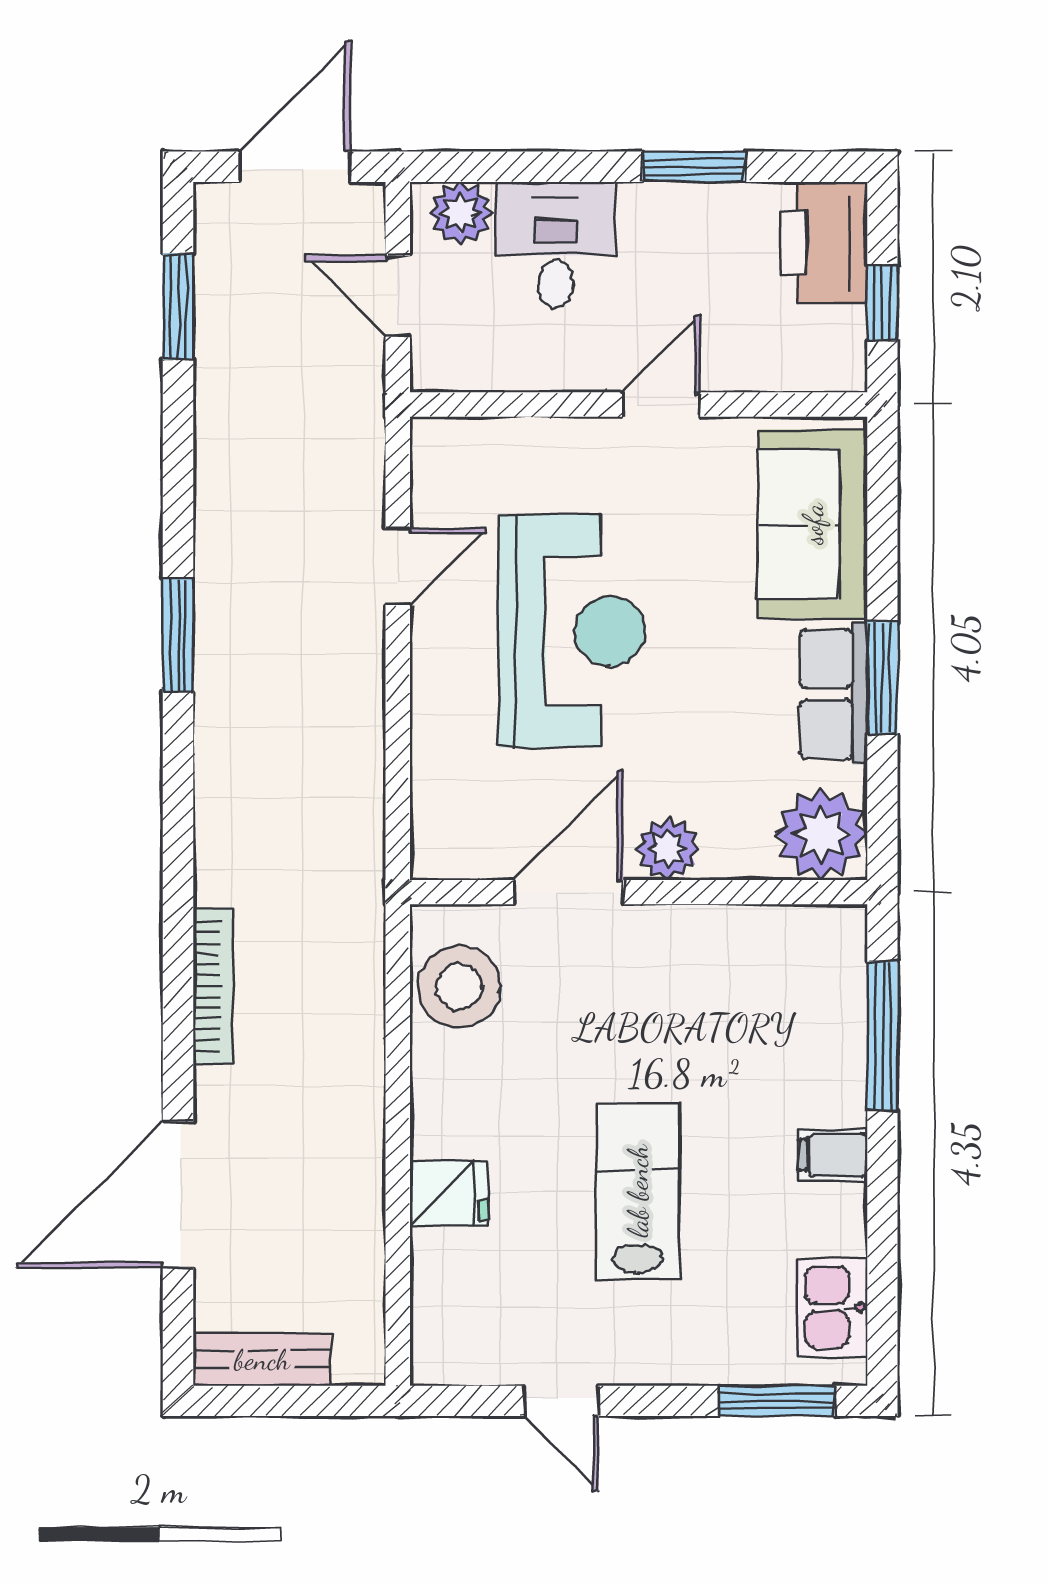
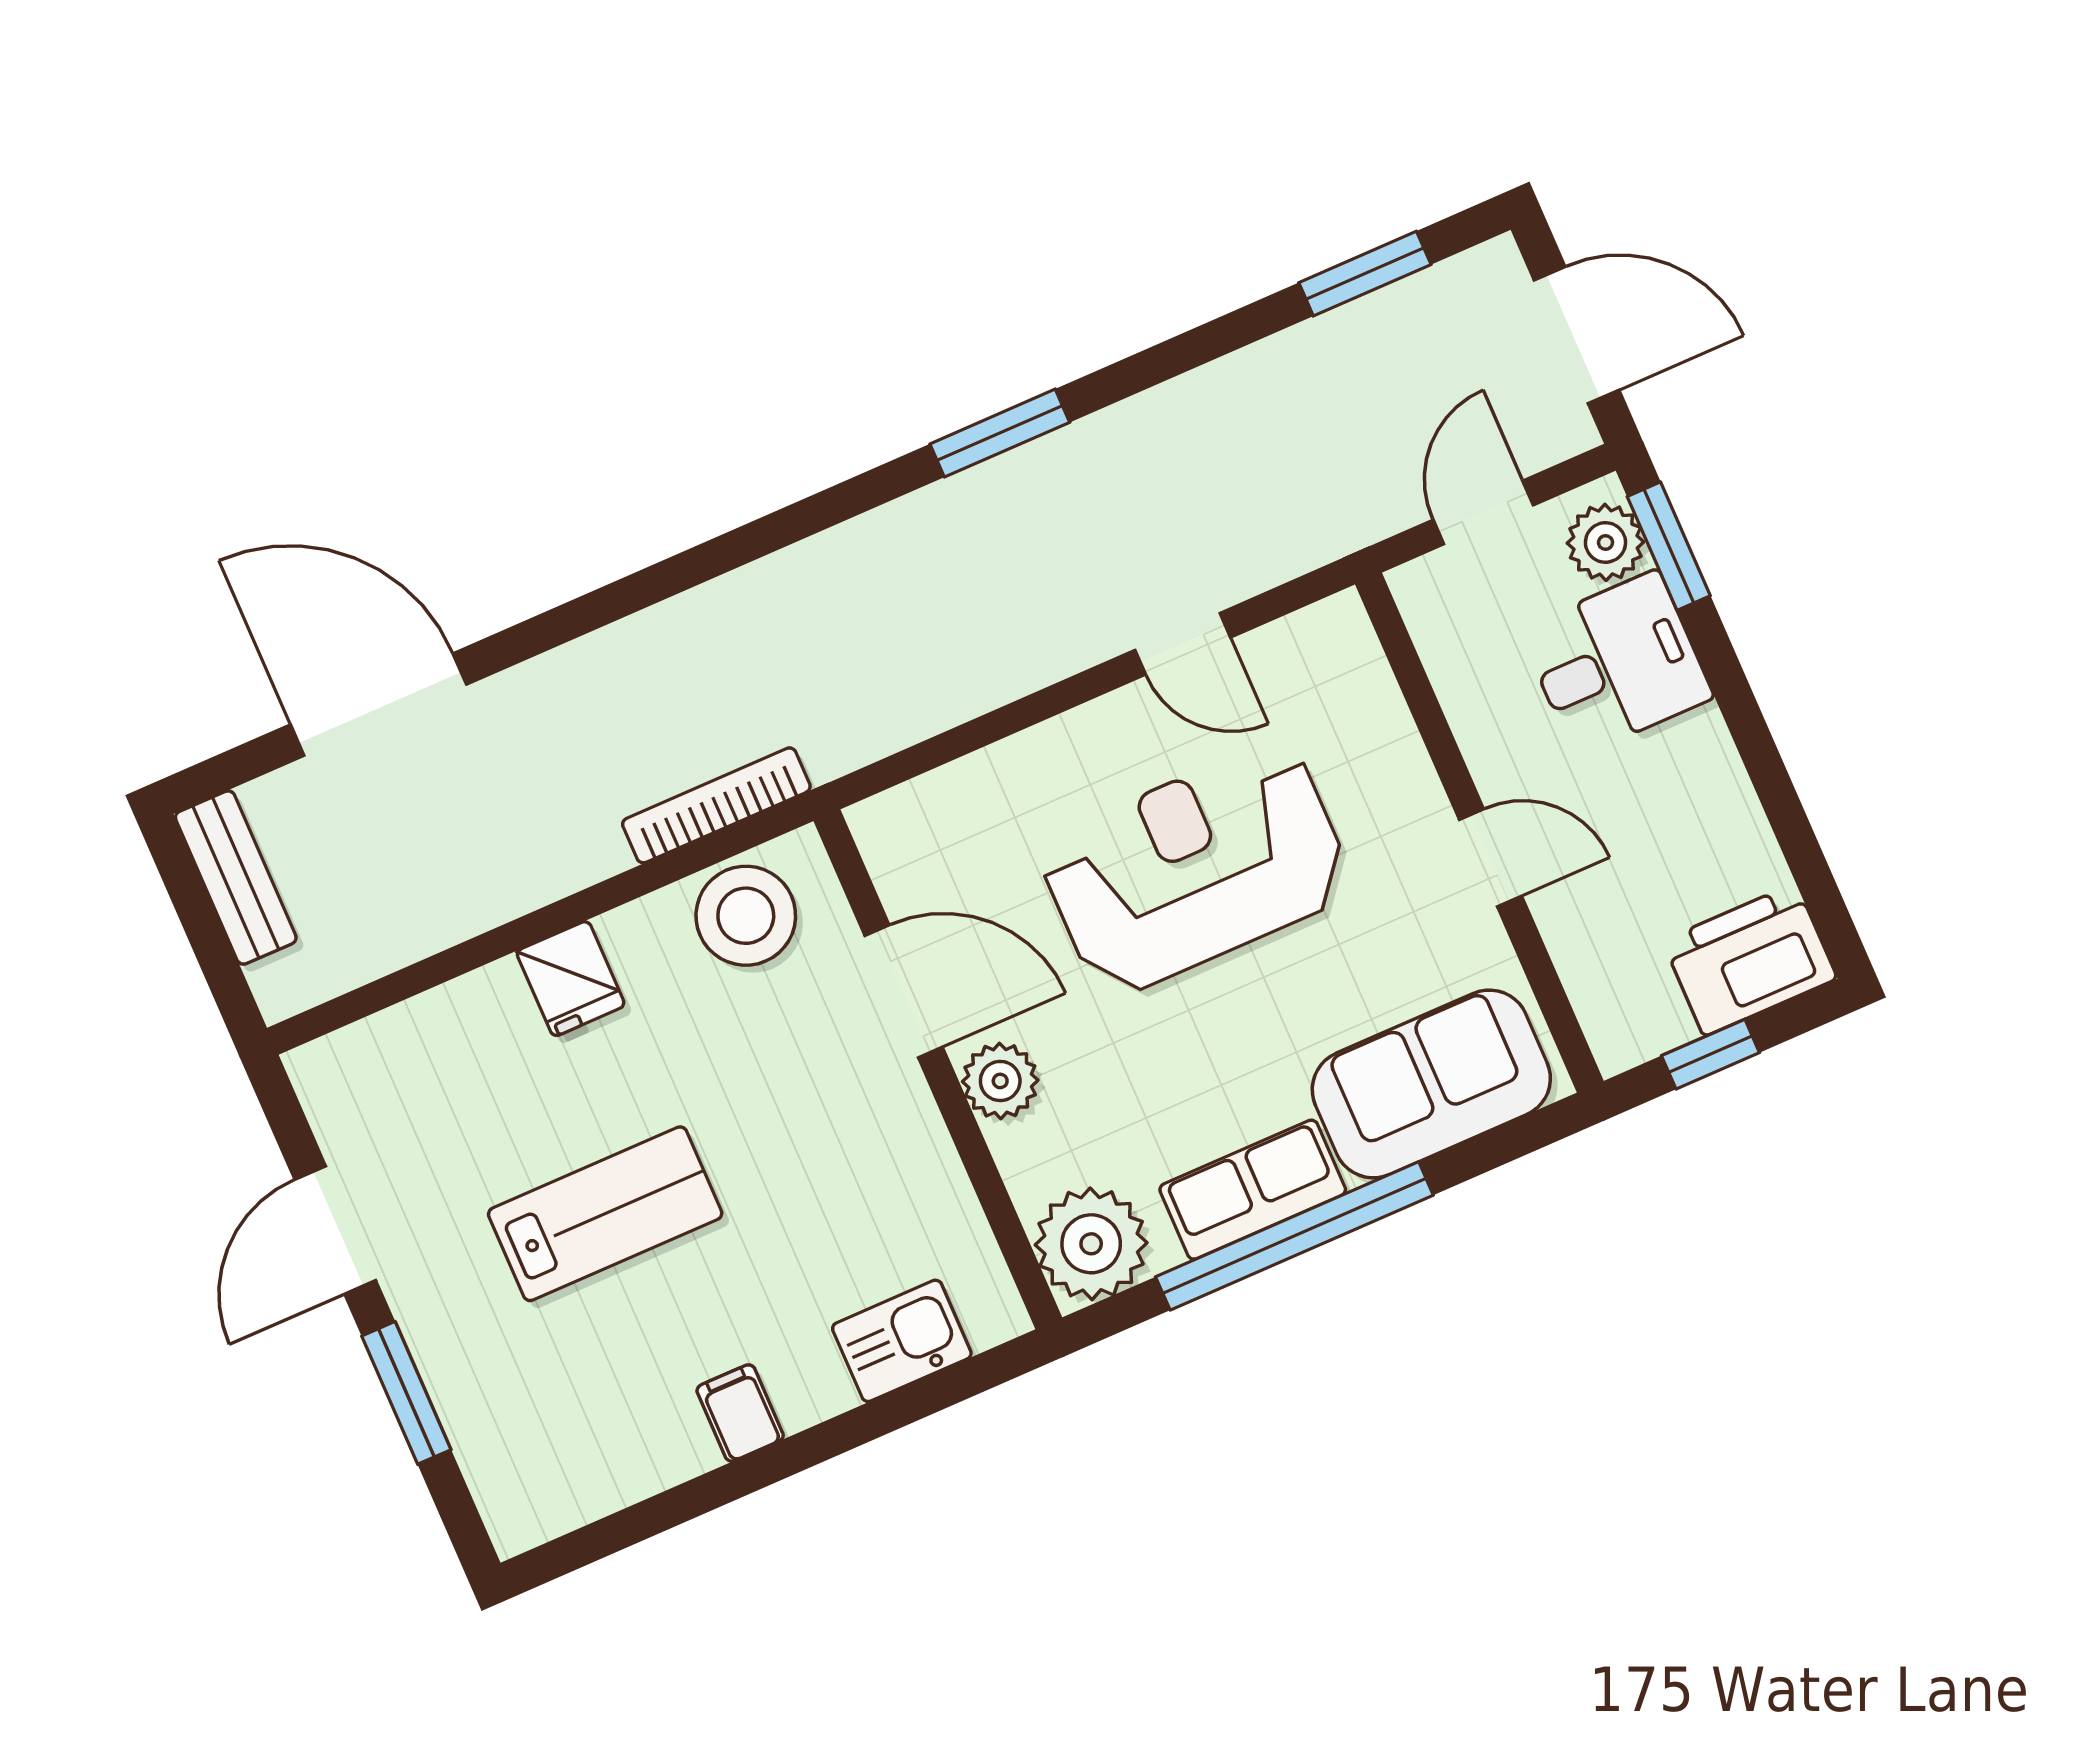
window: (694, 167) -> (1669, 546), moved
reception desk: (572, 631) -> (1196, 869), turned 180
window: (882, 678) -> (1294, 1236), width x2.11
bookcase: (213, 986) -> (716, 805), moved, turned 180
window: (882, 1036) -> (897, 1410), removed
fridge: (449, 1193) -> (571, 979), moved
kitchen sink: (832, 1307) -> (902, 1341), moved
door: (561, 1401) -> (335, 1230), width x1.38
window: (777, 1401) -> (406, 1393), moved

